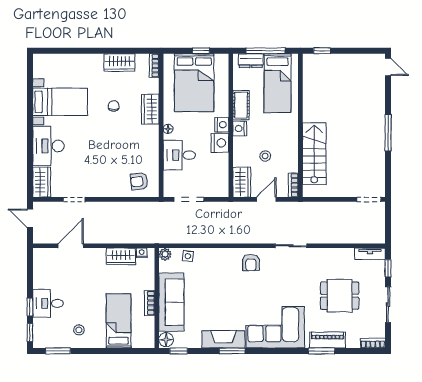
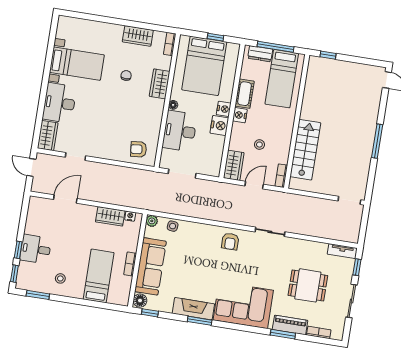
desk: (179, 155) -> (180, 131), width x1.37
bookcase: (373, 343) -> (319, 332), moved

